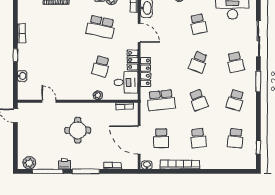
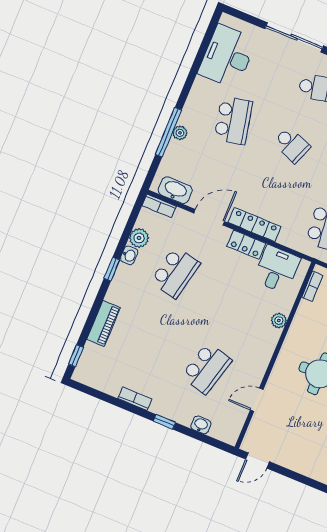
school desk: (198, 24) -> (233, 120), width x1.85
school desk: (101, 66) -> (206, 368), moved, width x1.85
locker: (146, 72) -> (255, 225), moved

